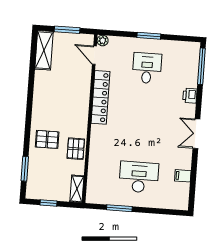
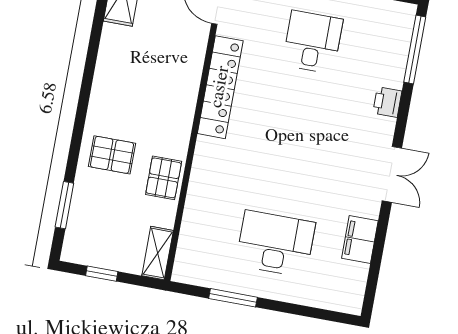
double door: (196, 134) -> (392, 174), swing flipped
filing cabinet: (183, 176) -> (360, 239), width x2.00

